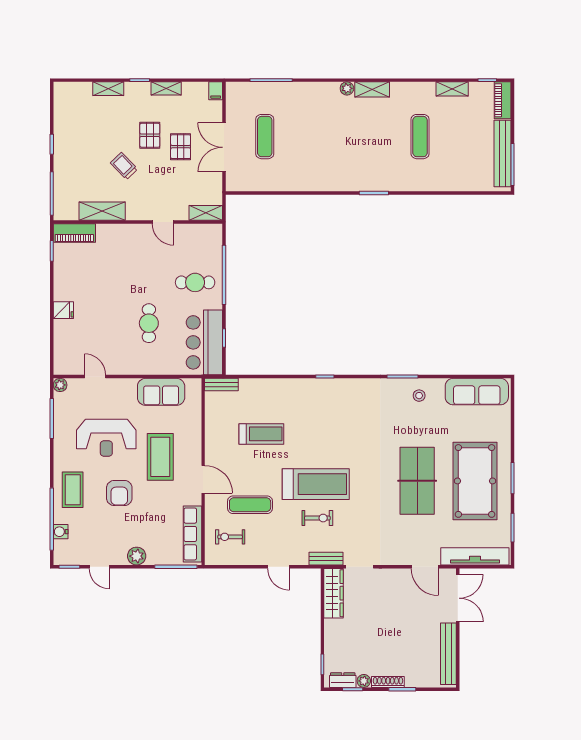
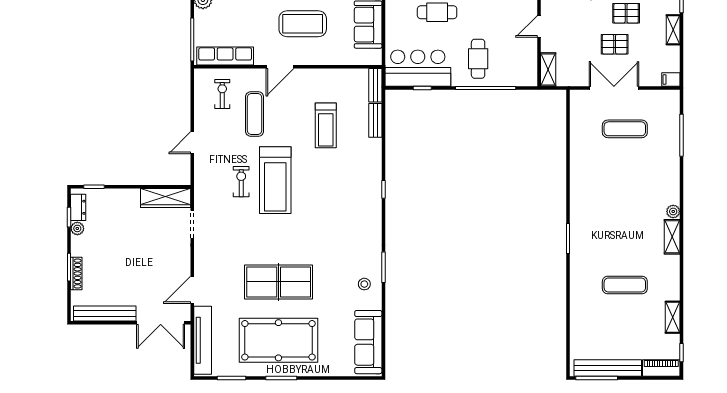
exercise bike: (317, 518) -> (241, 182), turned 180
bench: (326, 559) -> (375, 120), moved
shoe rack: (388, 682) -> (76, 274), moved

